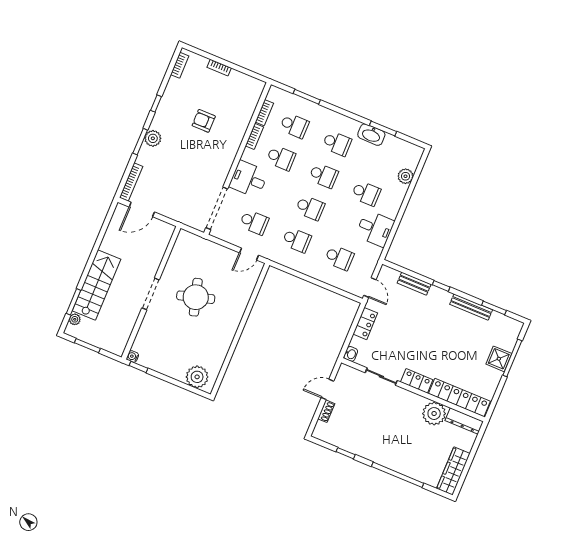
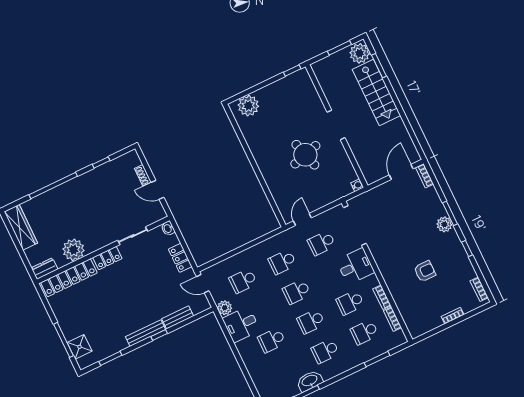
plant: (406, 176) -> (225, 308), moved
bookcase: (131, 182) -> (425, 176), width x0.64
bench: (471, 307) -> (145, 333), moved
plant: (75, 319) -> (360, 53), width x1.87, depth x1.87
water cooler: (133, 356) -> (357, 185), moved
shower: (499, 359) -> (80, 347), moved
door: (328, 389) -> (158, 190), swing flipped
dresser: (464, 421) -> (45, 269), width x0.70

